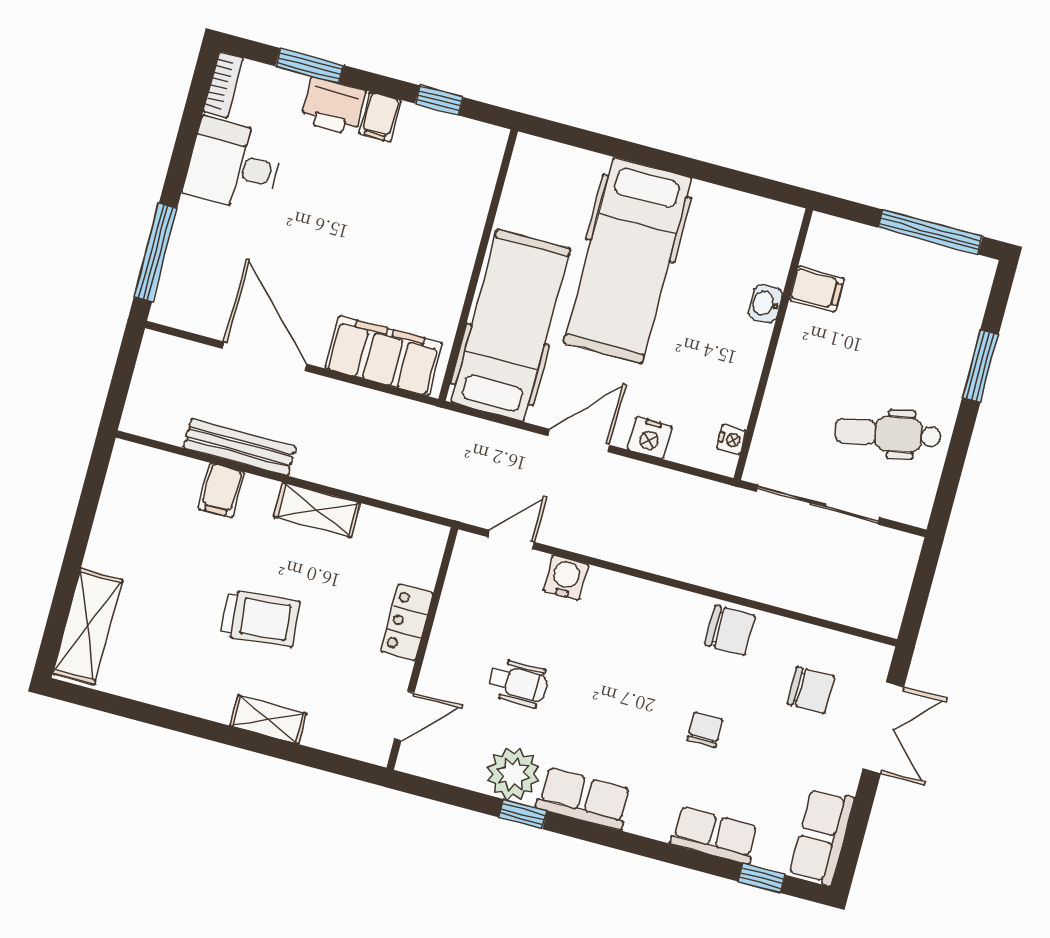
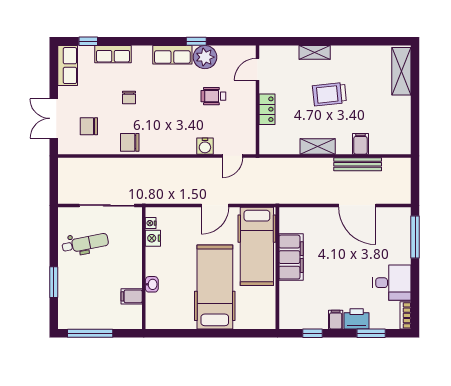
filing cabinet: (384, 356) -> (291, 257), moved, turned -90
nightstand: (650, 438) -> (153, 238), moved, turned -90

